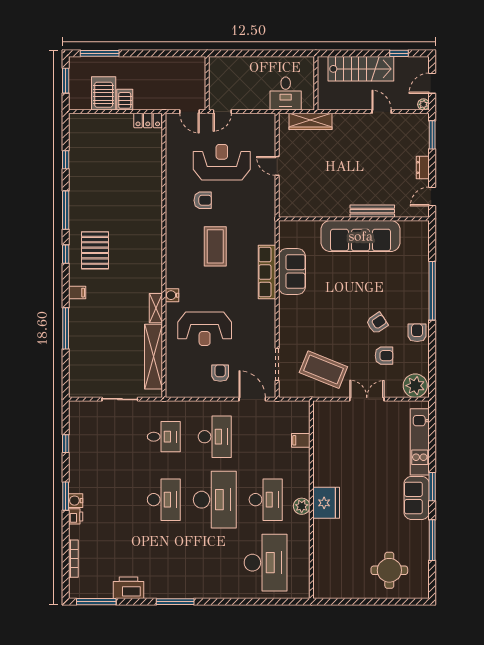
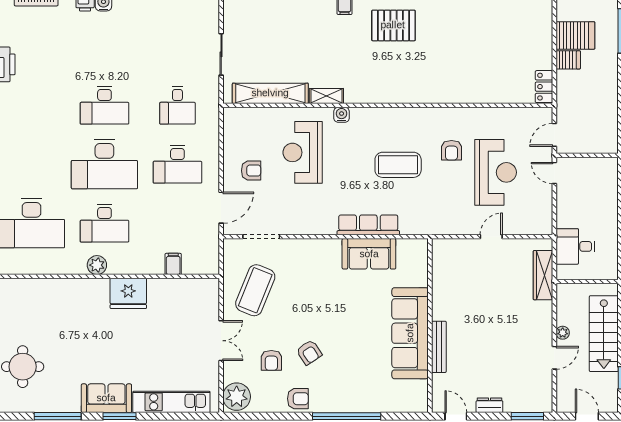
plant: (423, 104) -> (563, 333), moved
fridge: (326, 503) -> (128, 293), moved

